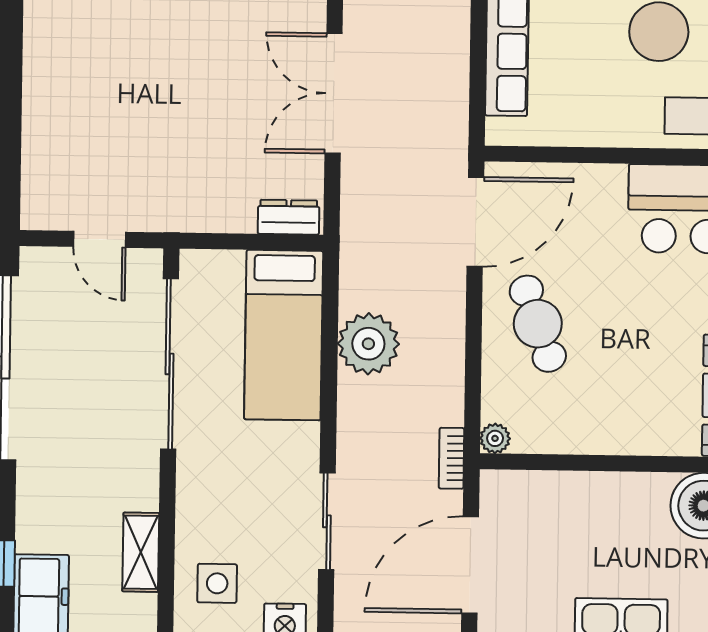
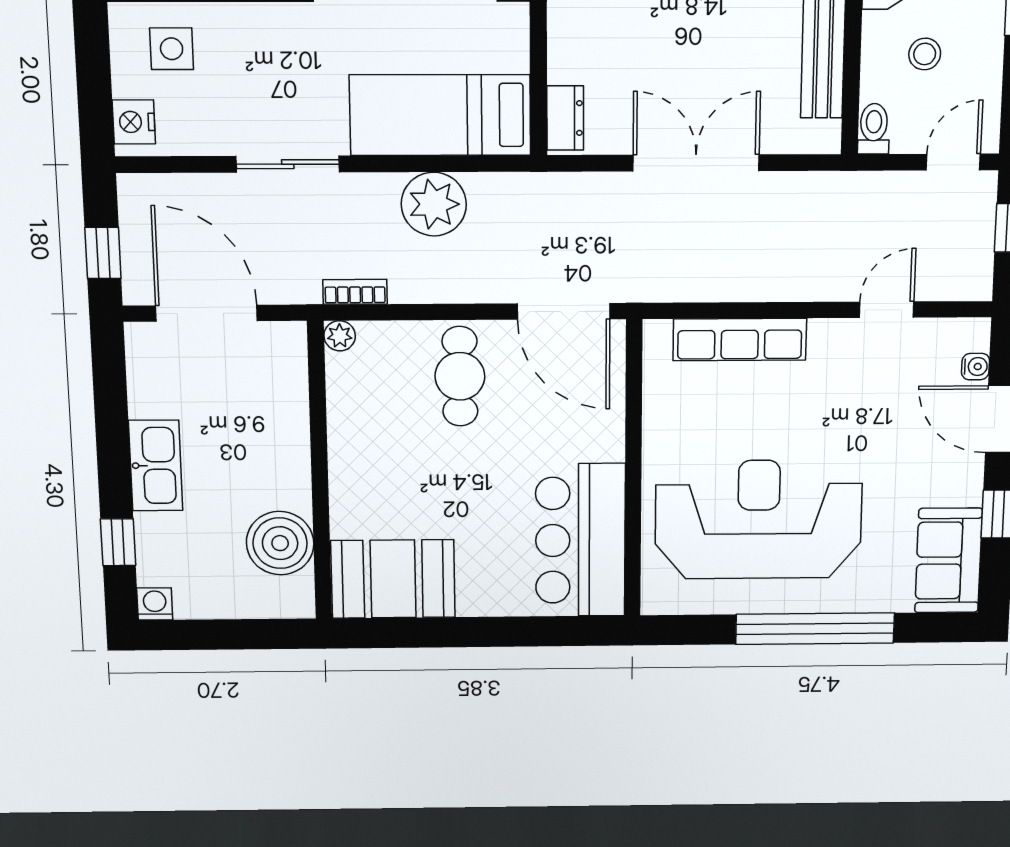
cafe table: (538, 324) -> (460, 376), turned -70
bookcase: (451, 458) -> (355, 292), moved
sliding door: (327, 521) -> (288, 164), moved

